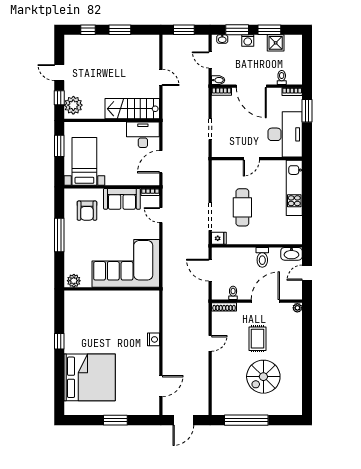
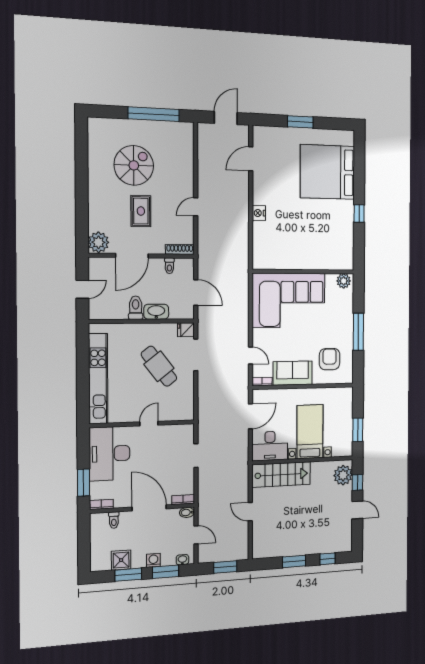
bed with nightstands: (84, 161) -> (310, 432), moved, turned 180
kitchen unit: (294, 188) -> (98, 379), width x1.36
cafe table: (242, 207) -> (159, 366), turned -38
washbasin: (291, 254) -> (156, 312), moved
plant: (297, 308) -> (98, 242), width x1.87, depth x1.87

